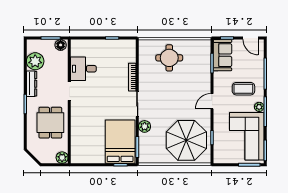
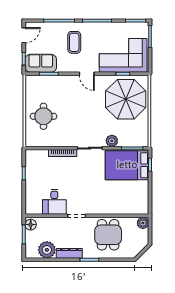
plant: (259, 107) -> (92, 27), removed
dining table: (50, 123) -> (108, 235), turned 90
corner sofa: (247, 136) -> (123, 55), moved, turned 180

